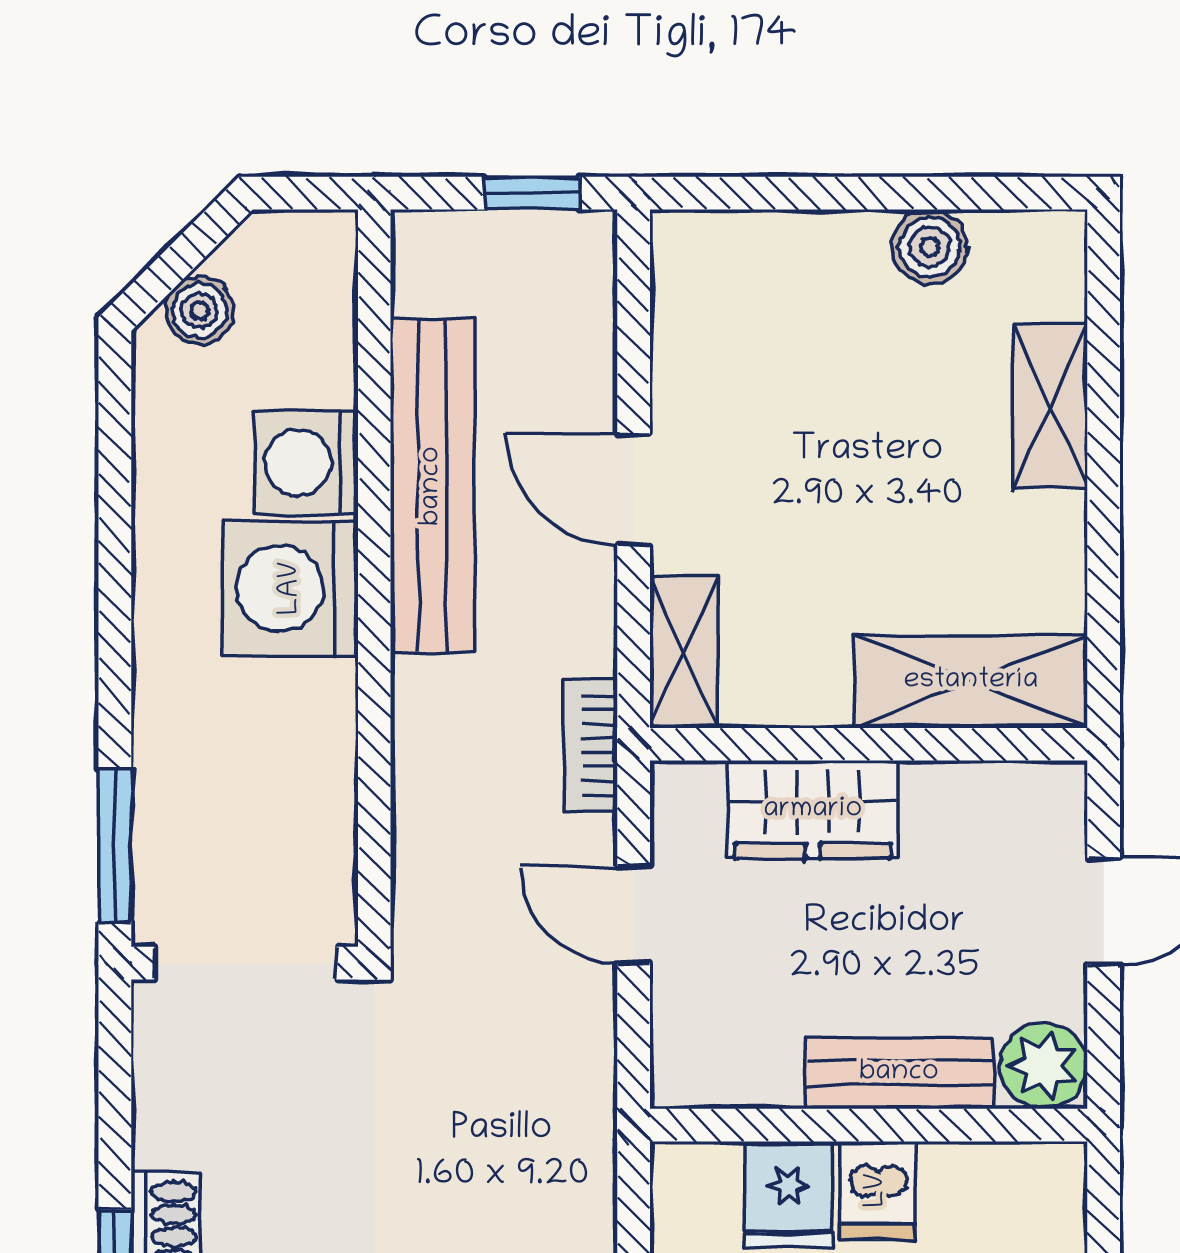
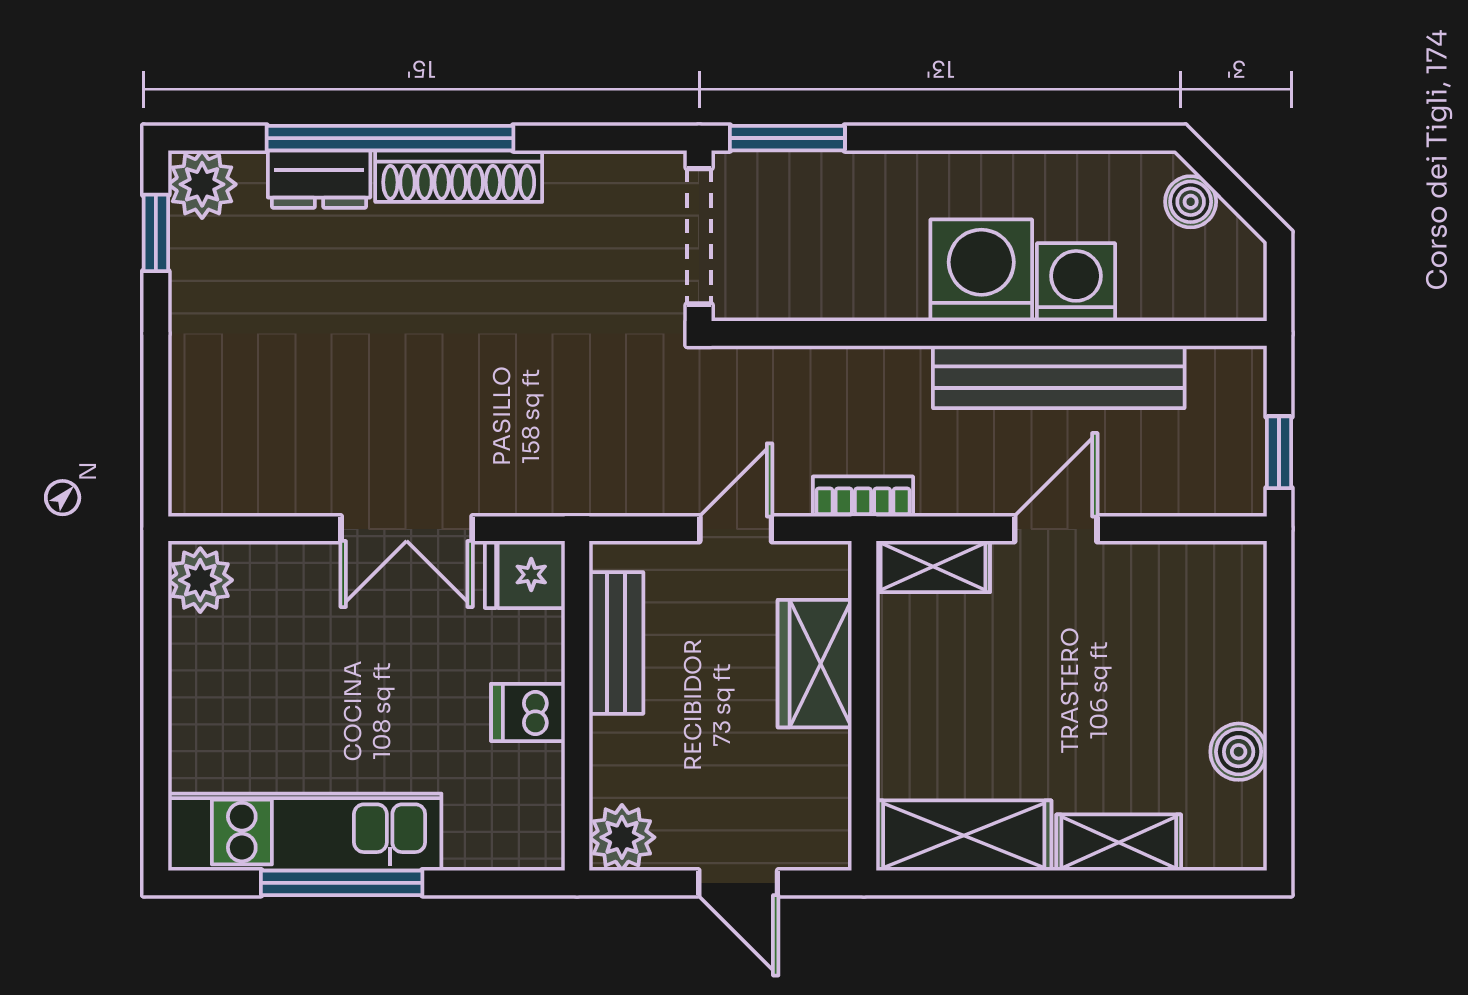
shelving: (971, 681) -> (964, 836), moved, turned 90
bench: (899, 1073) -> (616, 643), moved
fridge: (788, 1194) -> (525, 575), moved

